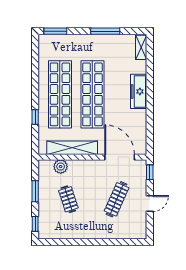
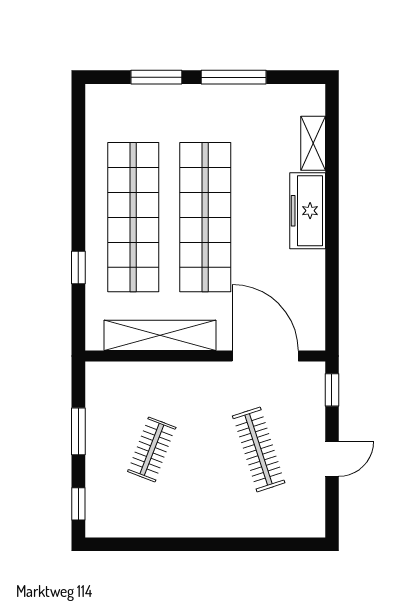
window: (55, 31) -> (156, 77), moved
shelving: (141, 47) -> (313, 143), moved
plant: (61, 167) -> (135, 377), removed
clothes rail: (68, 199) -> (152, 449), turned 39
clothes rail: (117, 199) -> (259, 449), turned -42

